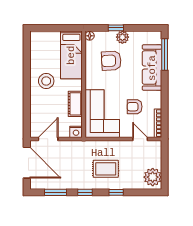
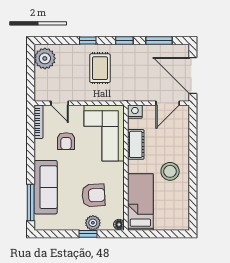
plant: (122, 37) -> (93, 223), moved
armchair: (135, 107) -> (66, 141), turned 90
rug: (106, 169) -> (100, 68), turned 90

